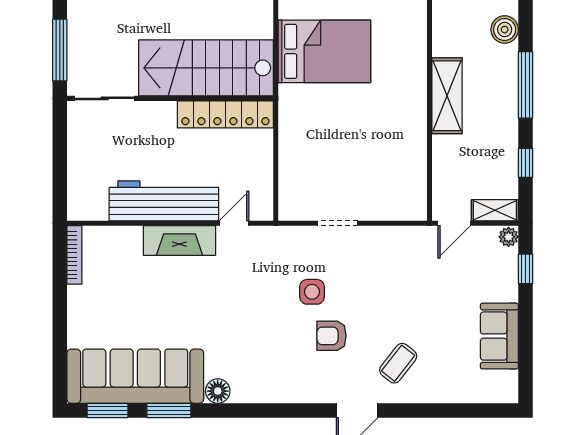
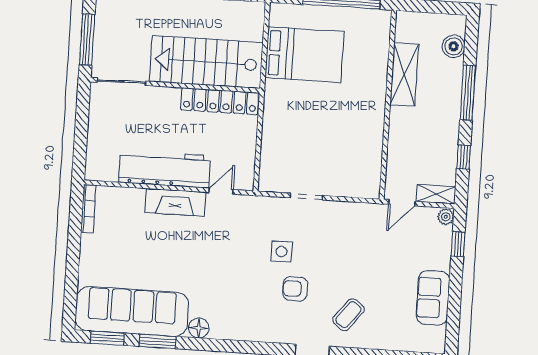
shelving: (447, 96) -> (404, 74), moved

